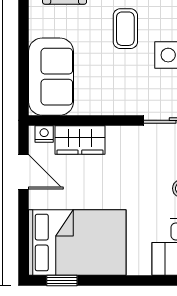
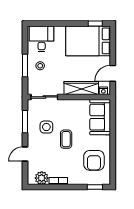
wardrobe: (80, 140) -> (81, 88), width x1.50
door: (23, 172) -> (113, 73), hinge flipped

